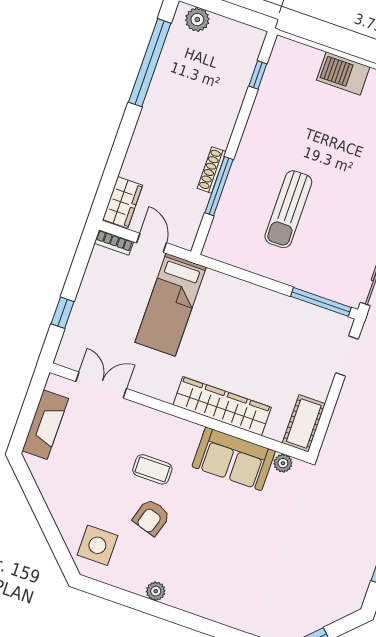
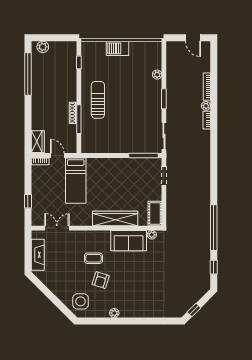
sun lounger: (288, 209) -> (98, 100), moved, turned 180

